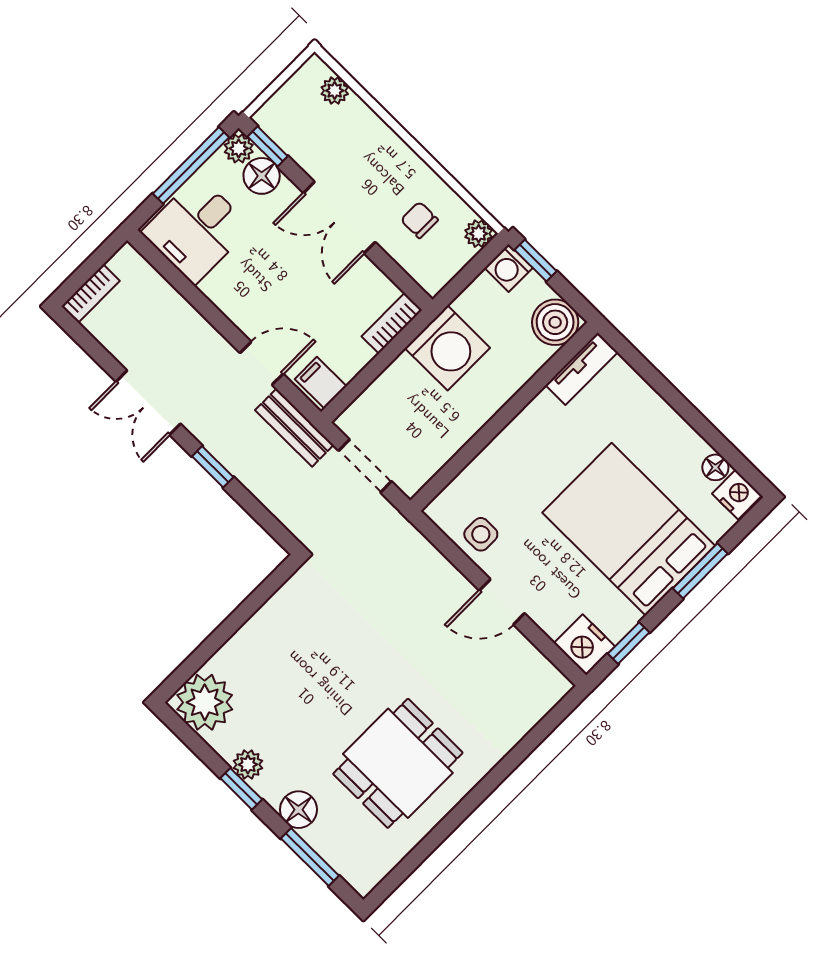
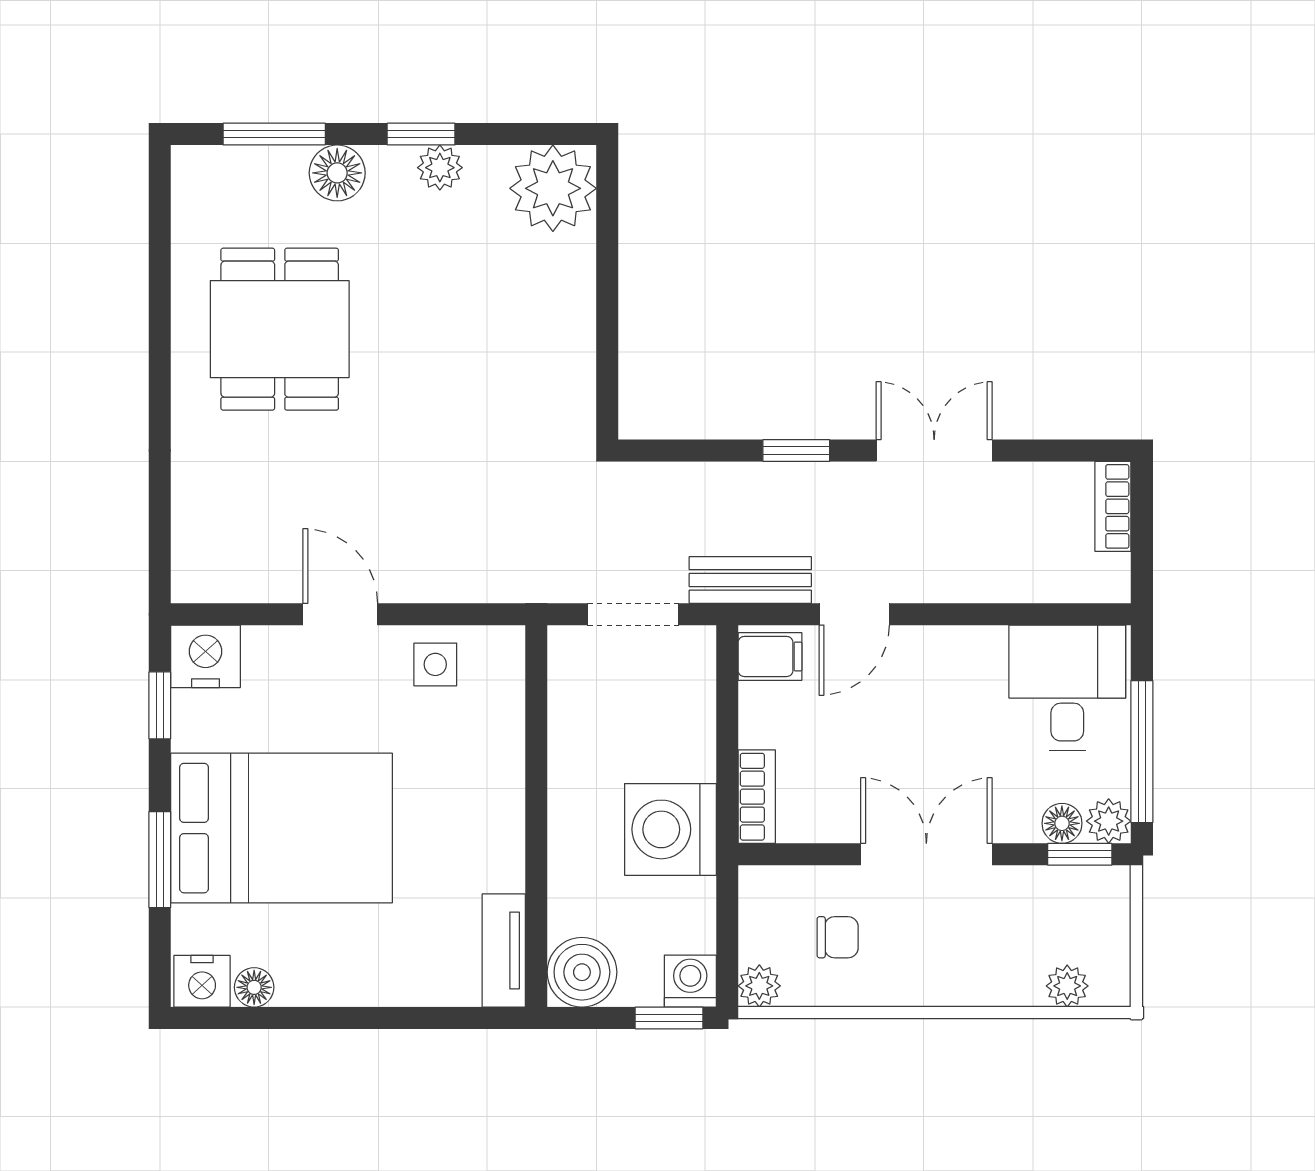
floor lamp: (262, 176) -> (1062, 823), width x0.73, depth x0.73
door: (502, 602) -> (340, 614), hinge flipped

